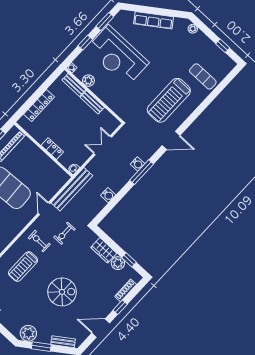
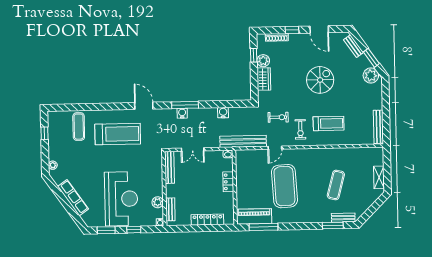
bench: (92, 102) -> (170, 167), moved, width x1.36
spiral stairs: (62, 292) -> (320, 80), turned 90

